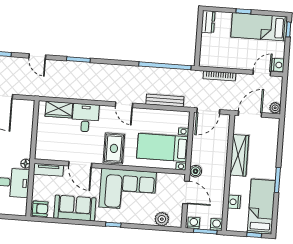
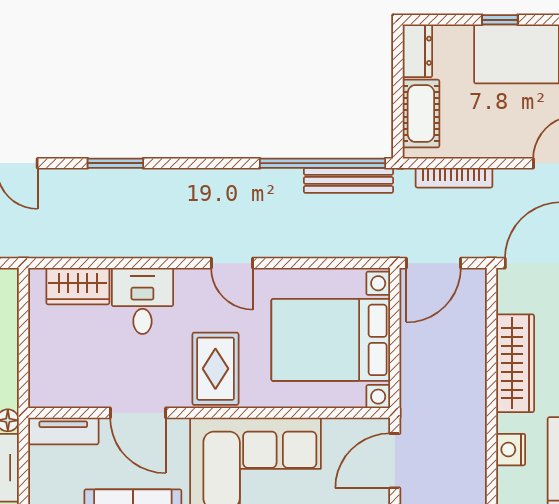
cot: (208, 48) -> (421, 114), added
bench: (165, 101) -> (348, 180), moved
bed with nightstands: (162, 147) -> (331, 340), width x1.36
boiler: (196, 171) -> (414, 409), removed
door: (186, 192) -> (395, 461), swing flipped
nightstand: (234, 202) -> (511, 450), moved

